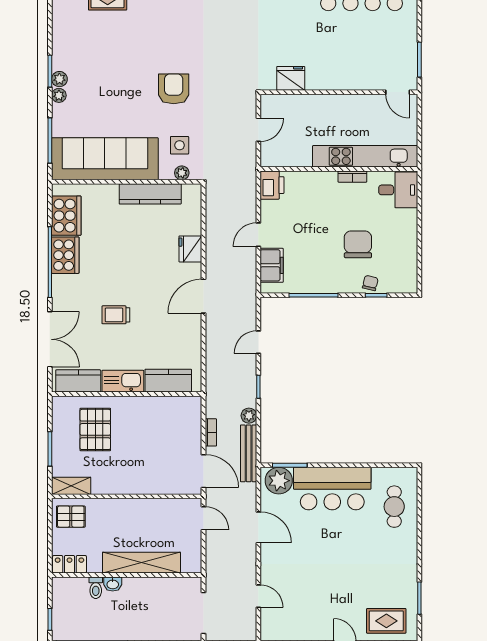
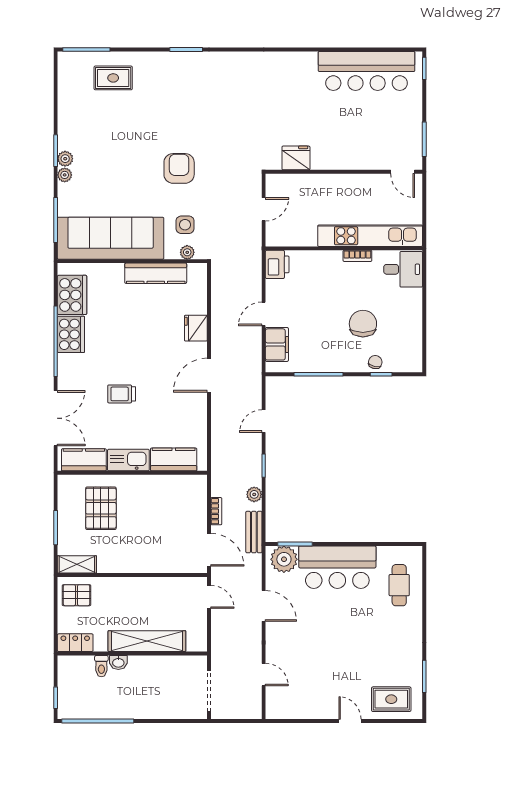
bench: (249, 453) -> (254, 532), width x0.73

